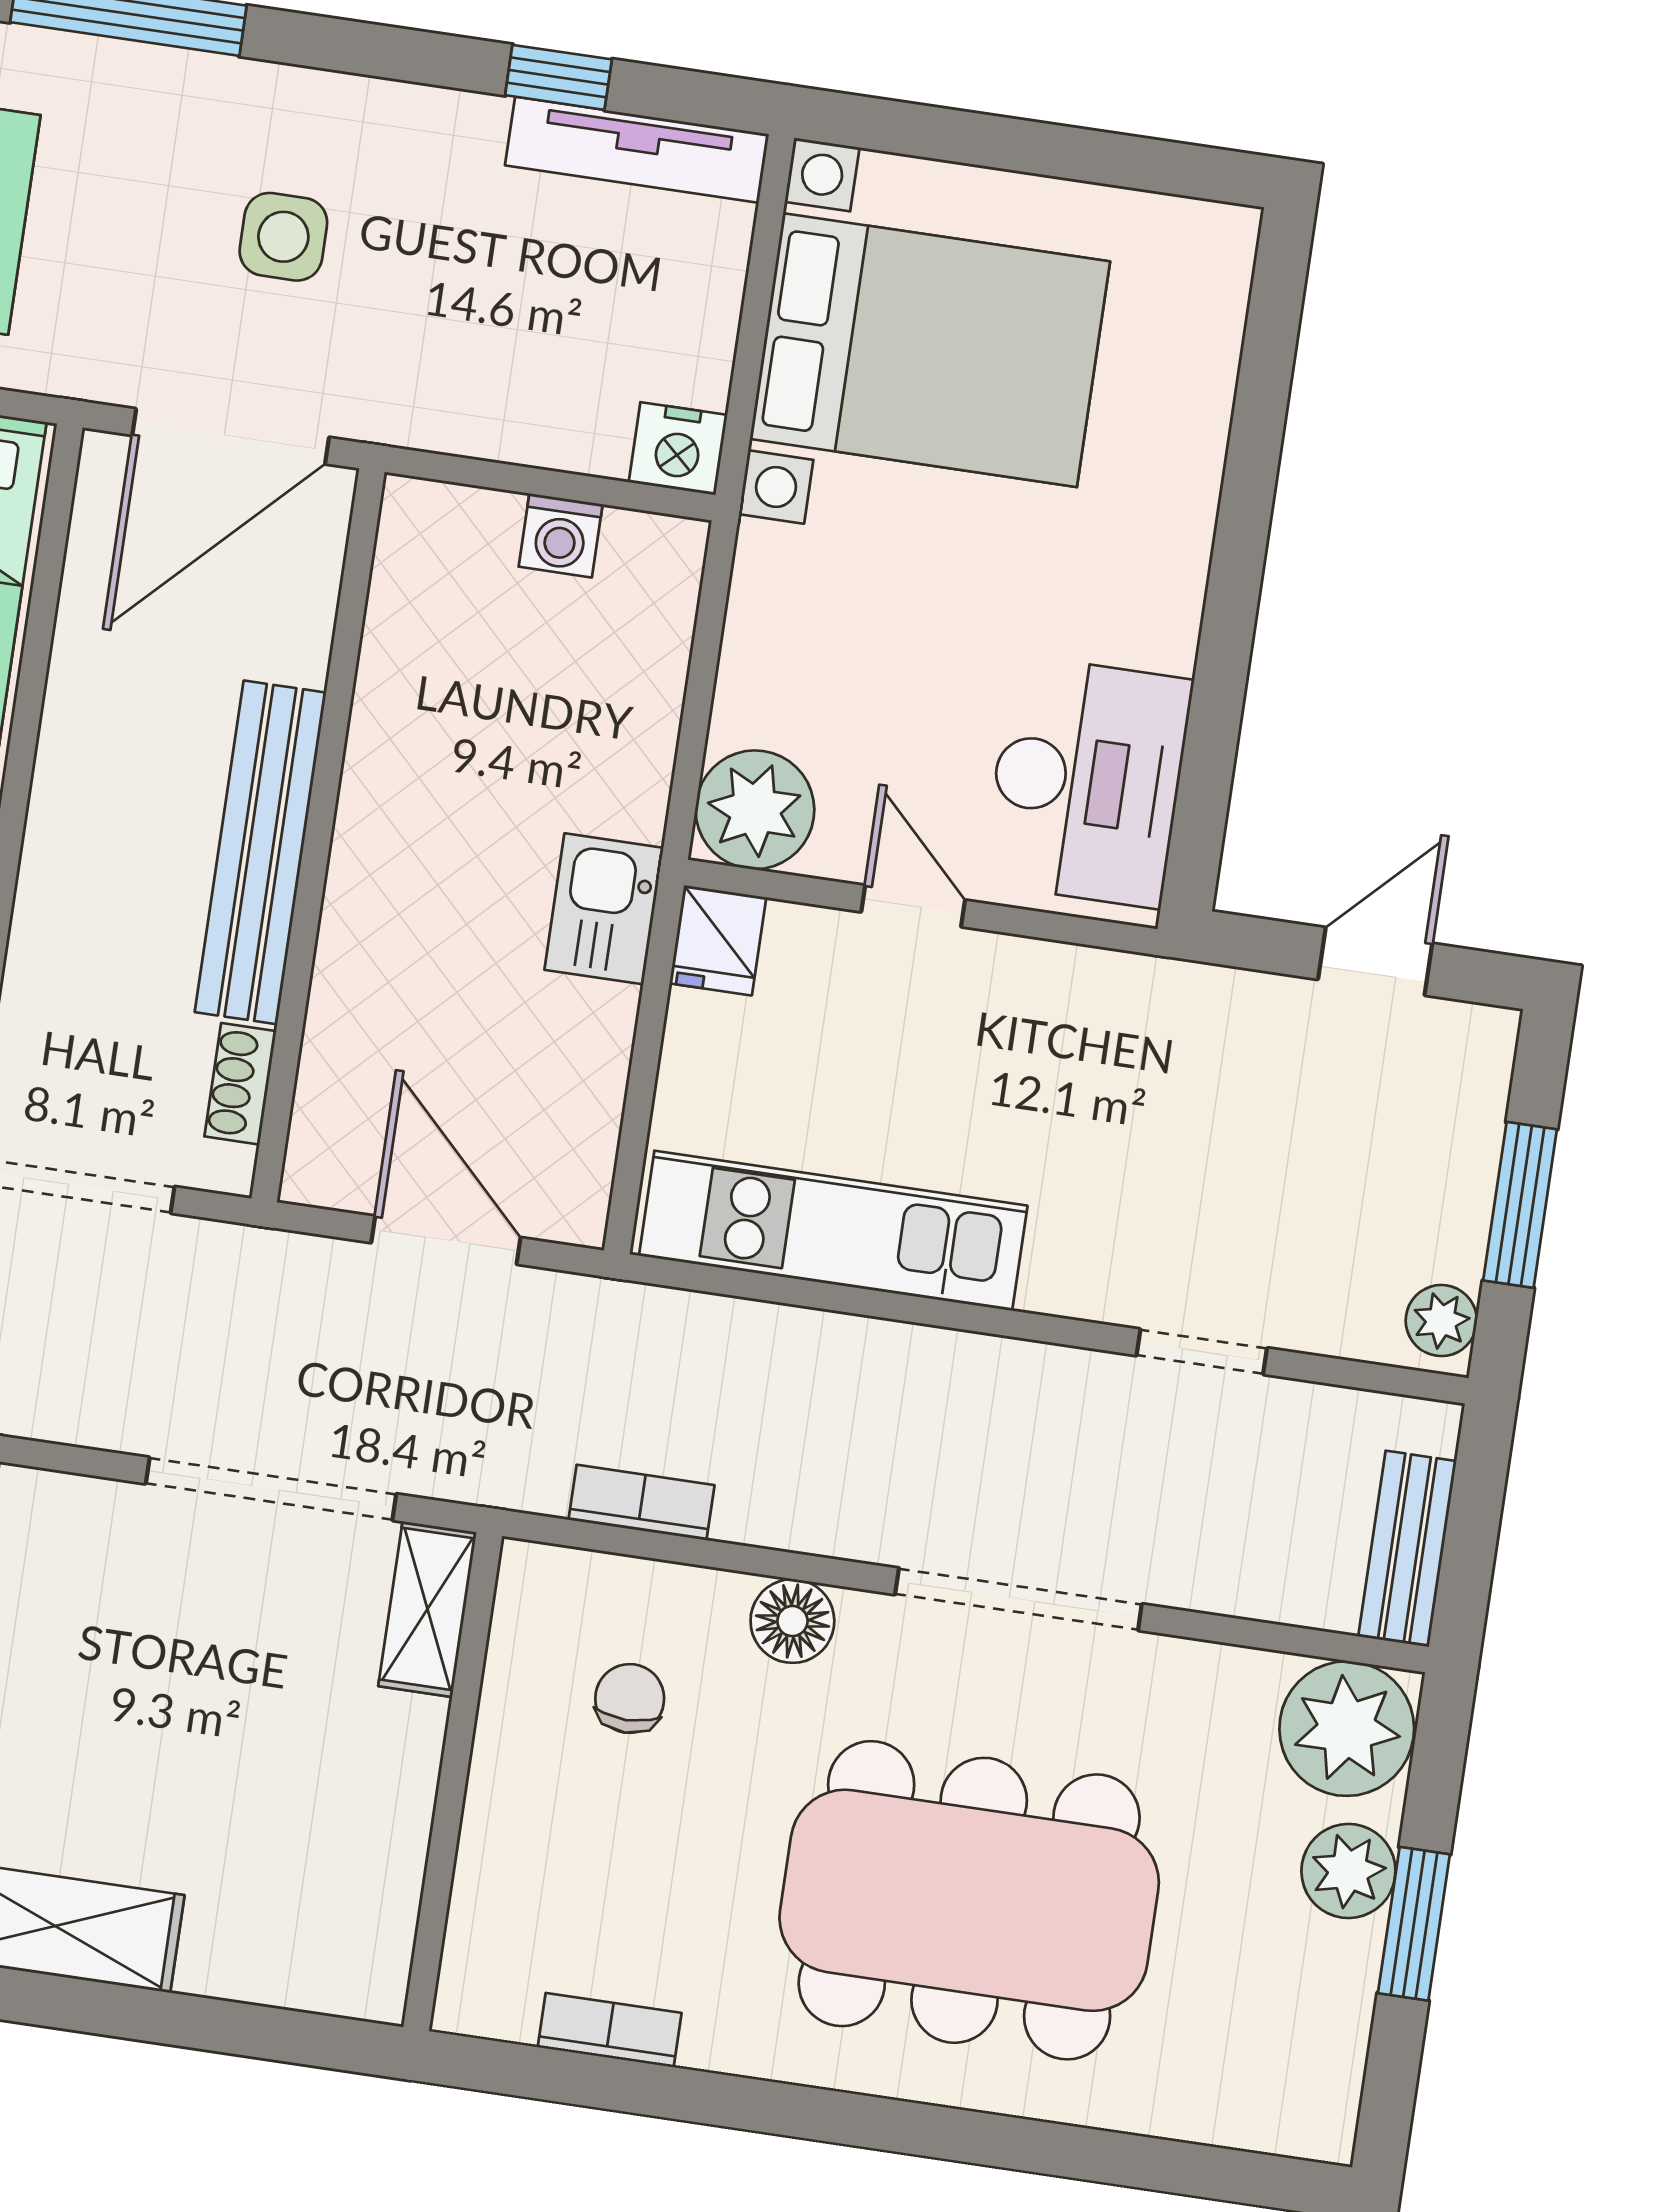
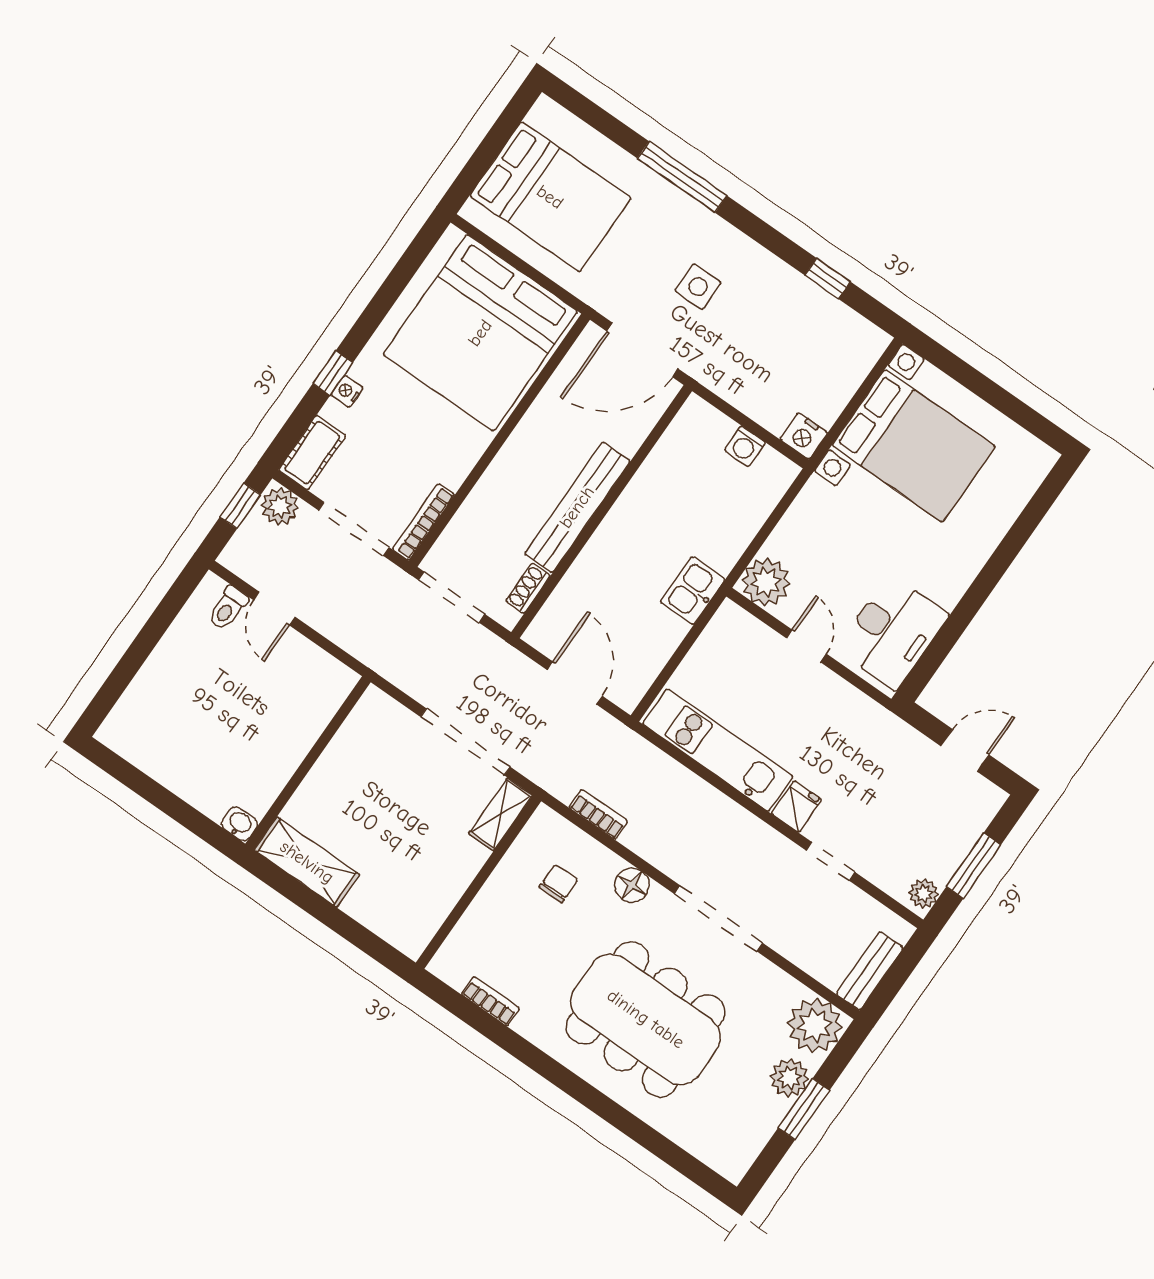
tv unit: (637, 150) -> (843, 319), removed
fridge: (718, 940) -> (796, 807), moved, turned 180

